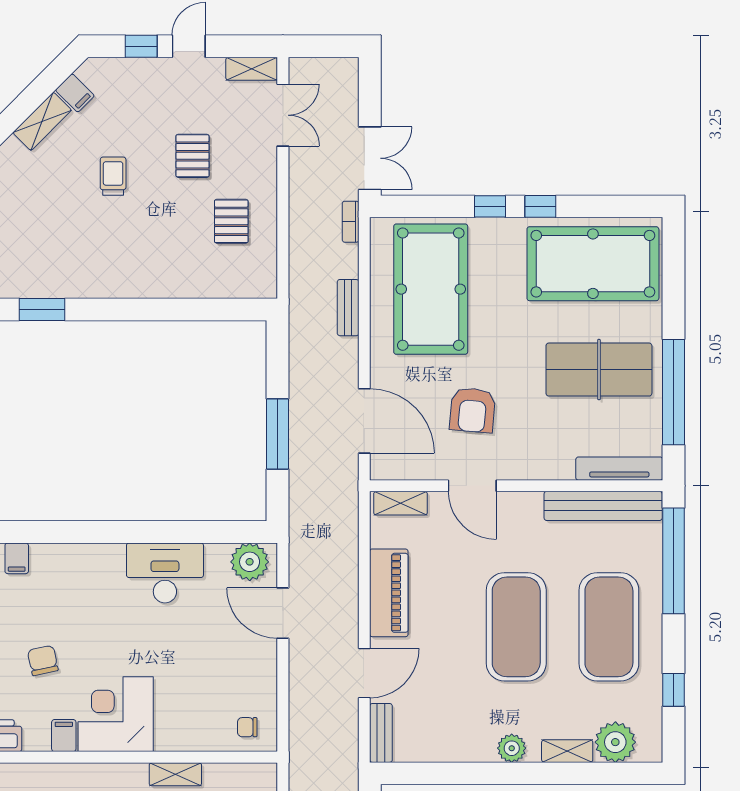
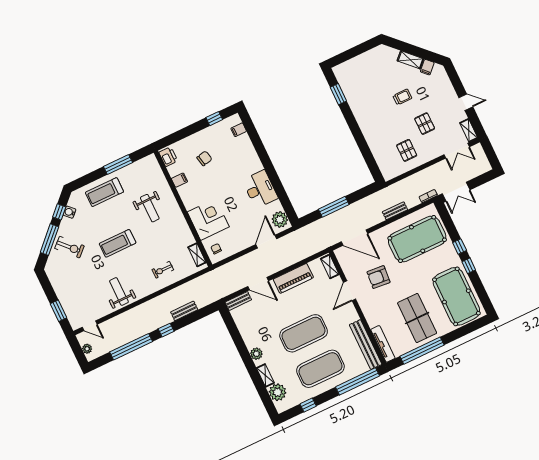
window: (141, 46) -> (457, 84), removed
pallet: (192, 156) -> (425, 124), turned 90
pallet: (231, 221) -> (407, 150), turned 90
door: (364, 421) -> (355, 238), hinge flipped
corner desk: (116, 714) -> (208, 219), moved
shelving: (175, 774) -> (197, 255), moved

